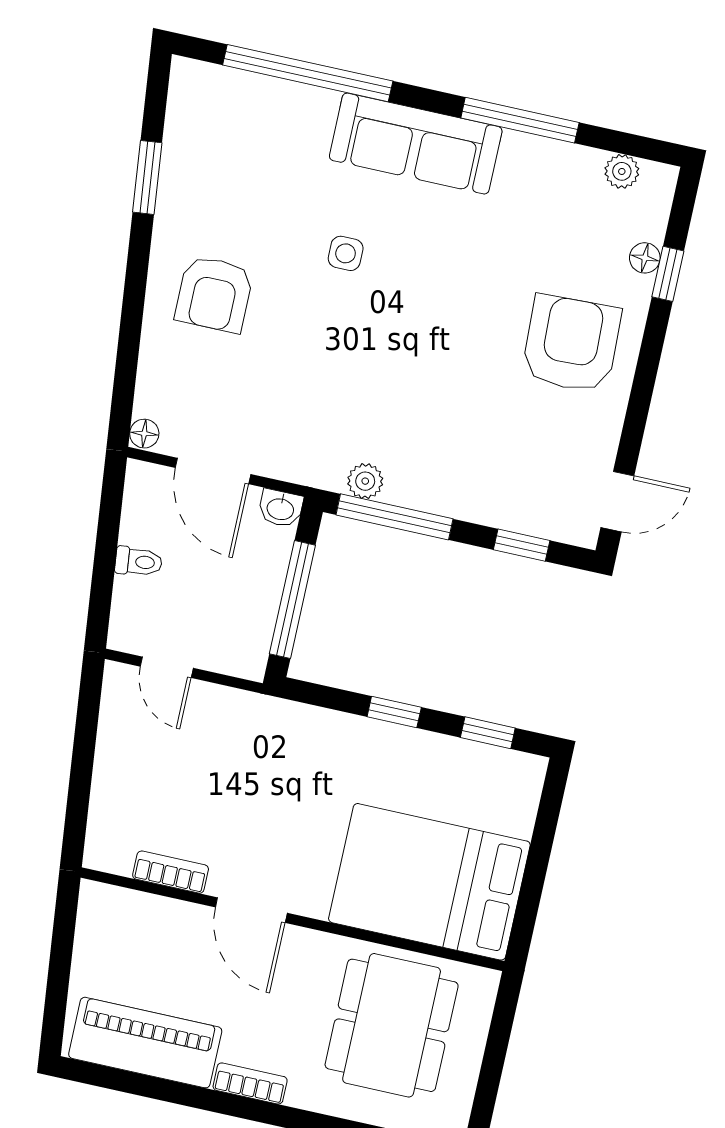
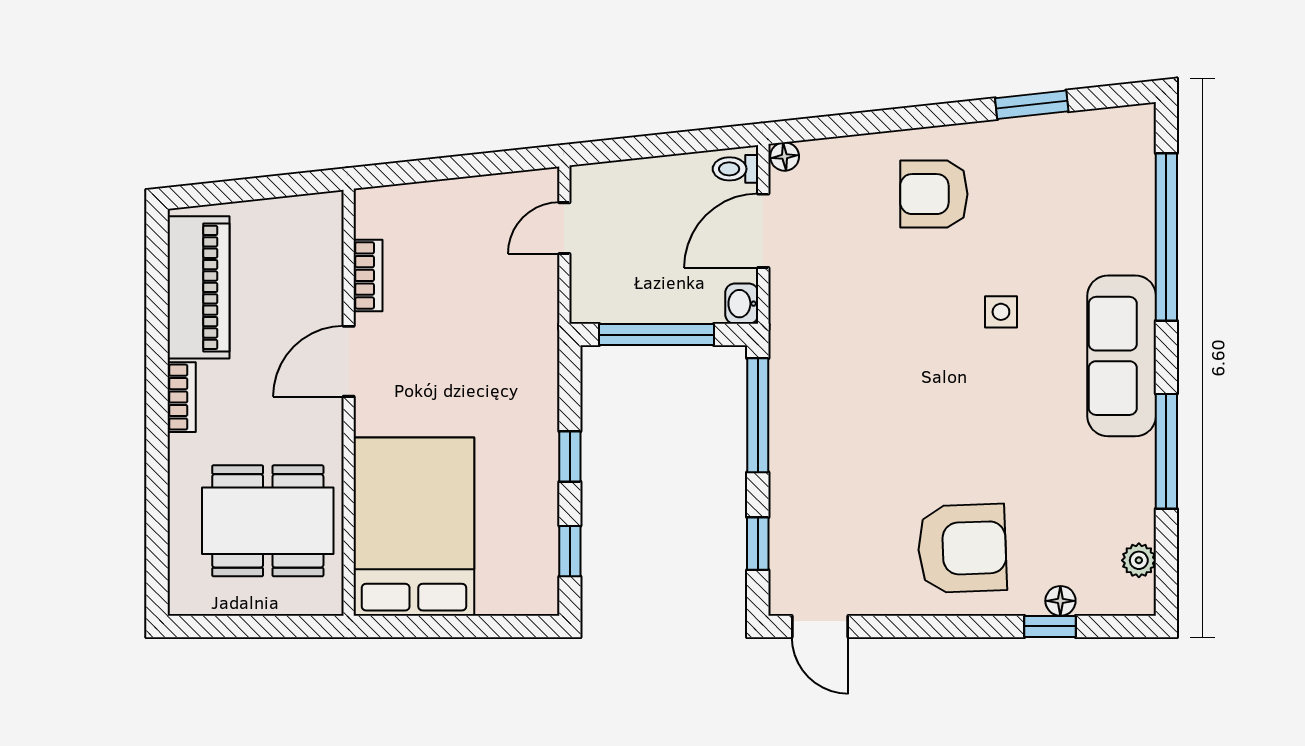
plant: (365, 481) -> (786, 379), removed
toilet: (139, 562) -> (735, 169), moved, turned 96

